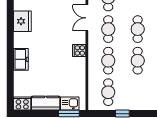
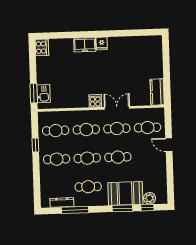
double door: (87, 18) -> (117, 108), moved
fridge: (22, 21) -> (102, 44), moved, width x0.53, depth x0.75
cafe table: (138, 92) -> (57, 159), added
kitchen counter: (46, 103) -> (43, 70), removed

